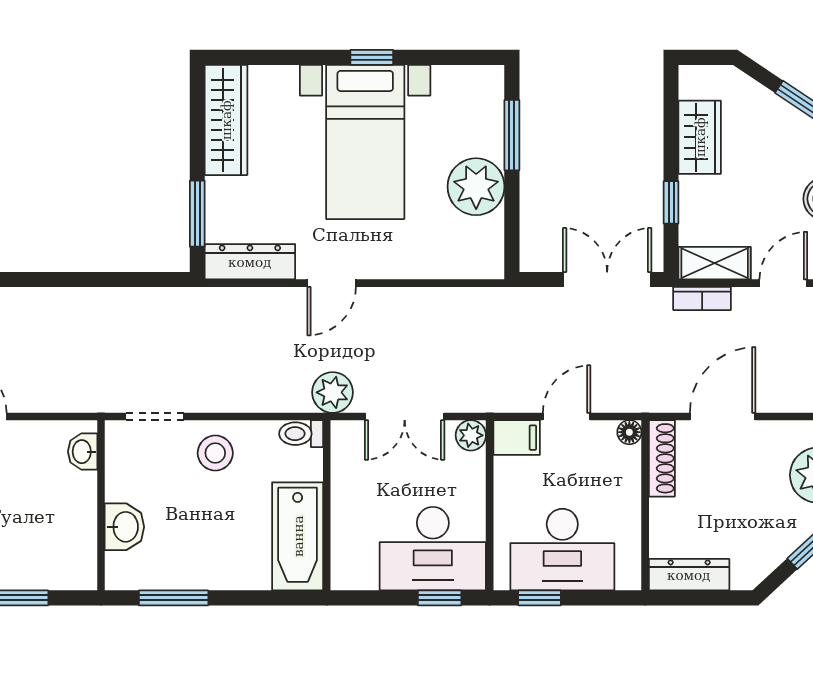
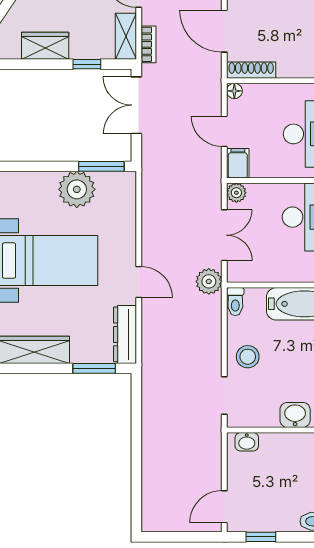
window: (512, 135) -> (101, 166), moved

